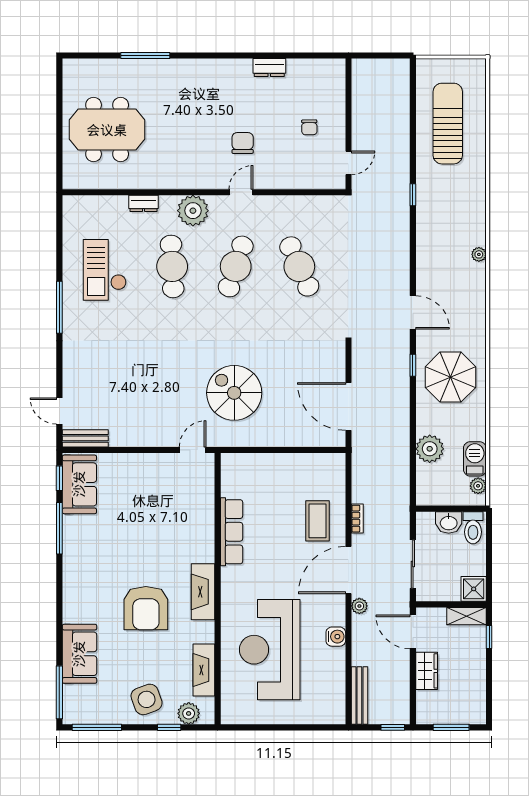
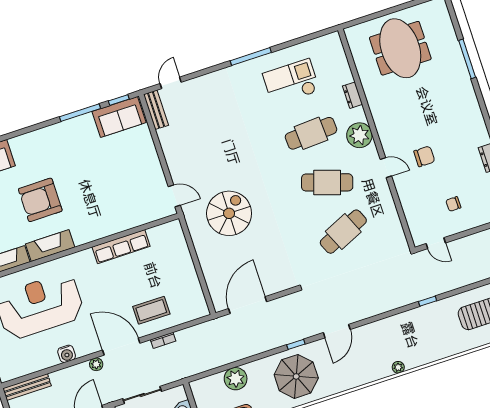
fireplace: (203, 592) -> (50, 246), moved

